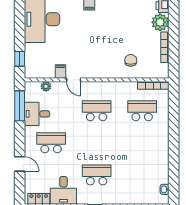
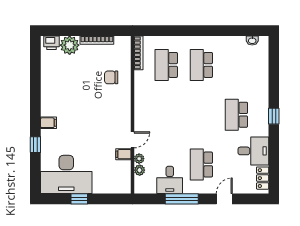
window: (20, 59) -> (79, 199), moved
plant: (56, 86) -> (139, 159), added
window: (20, 106) -> (182, 199), moved
school desk: (97, 111) -> (201, 65), moved

